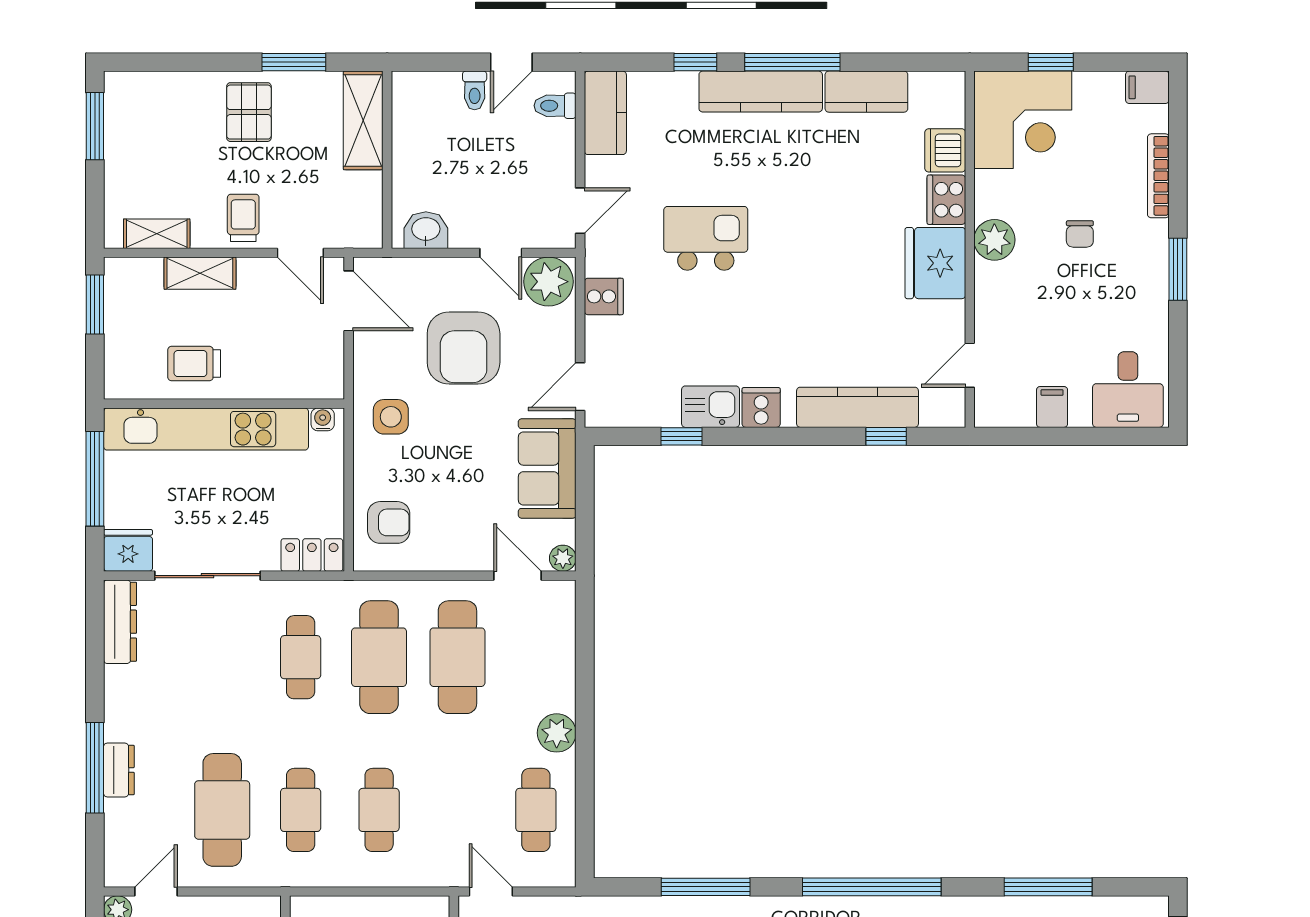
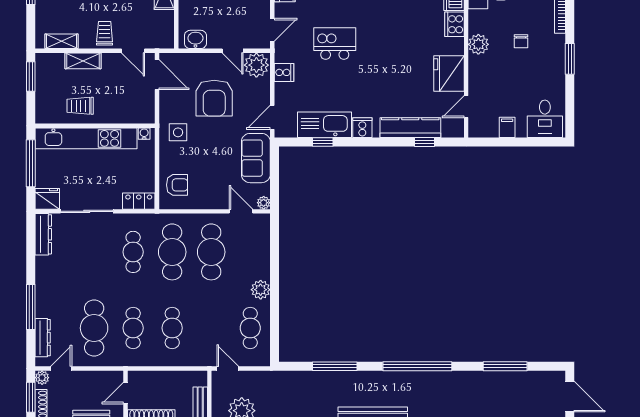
fridge: (935, 263) -> (449, 74), moved
kitchen sink: (711, 407) -> (325, 125), width x1.87, depth x1.24
dresser: (119, 770) -> (43, 338), moved, width x1.44

